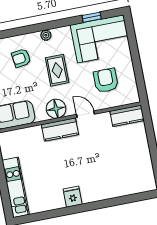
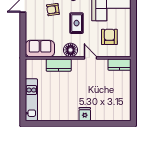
kitchen counter: (60, 130) -> (59, 65), moved
fridge: (73, 197) -> (85, 114), moved

